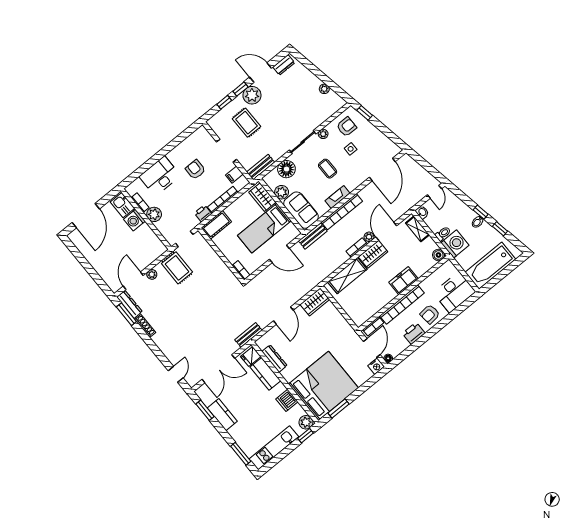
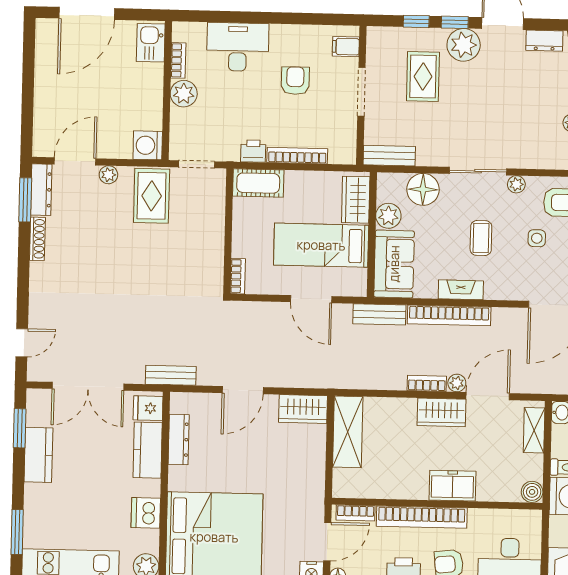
filing cabinet: (234, 175) -> (346, 47), moved
washing machine: (134, 220) -> (148, 145), moved
shelving: (347, 276) -> (348, 432), moved, turned 90

